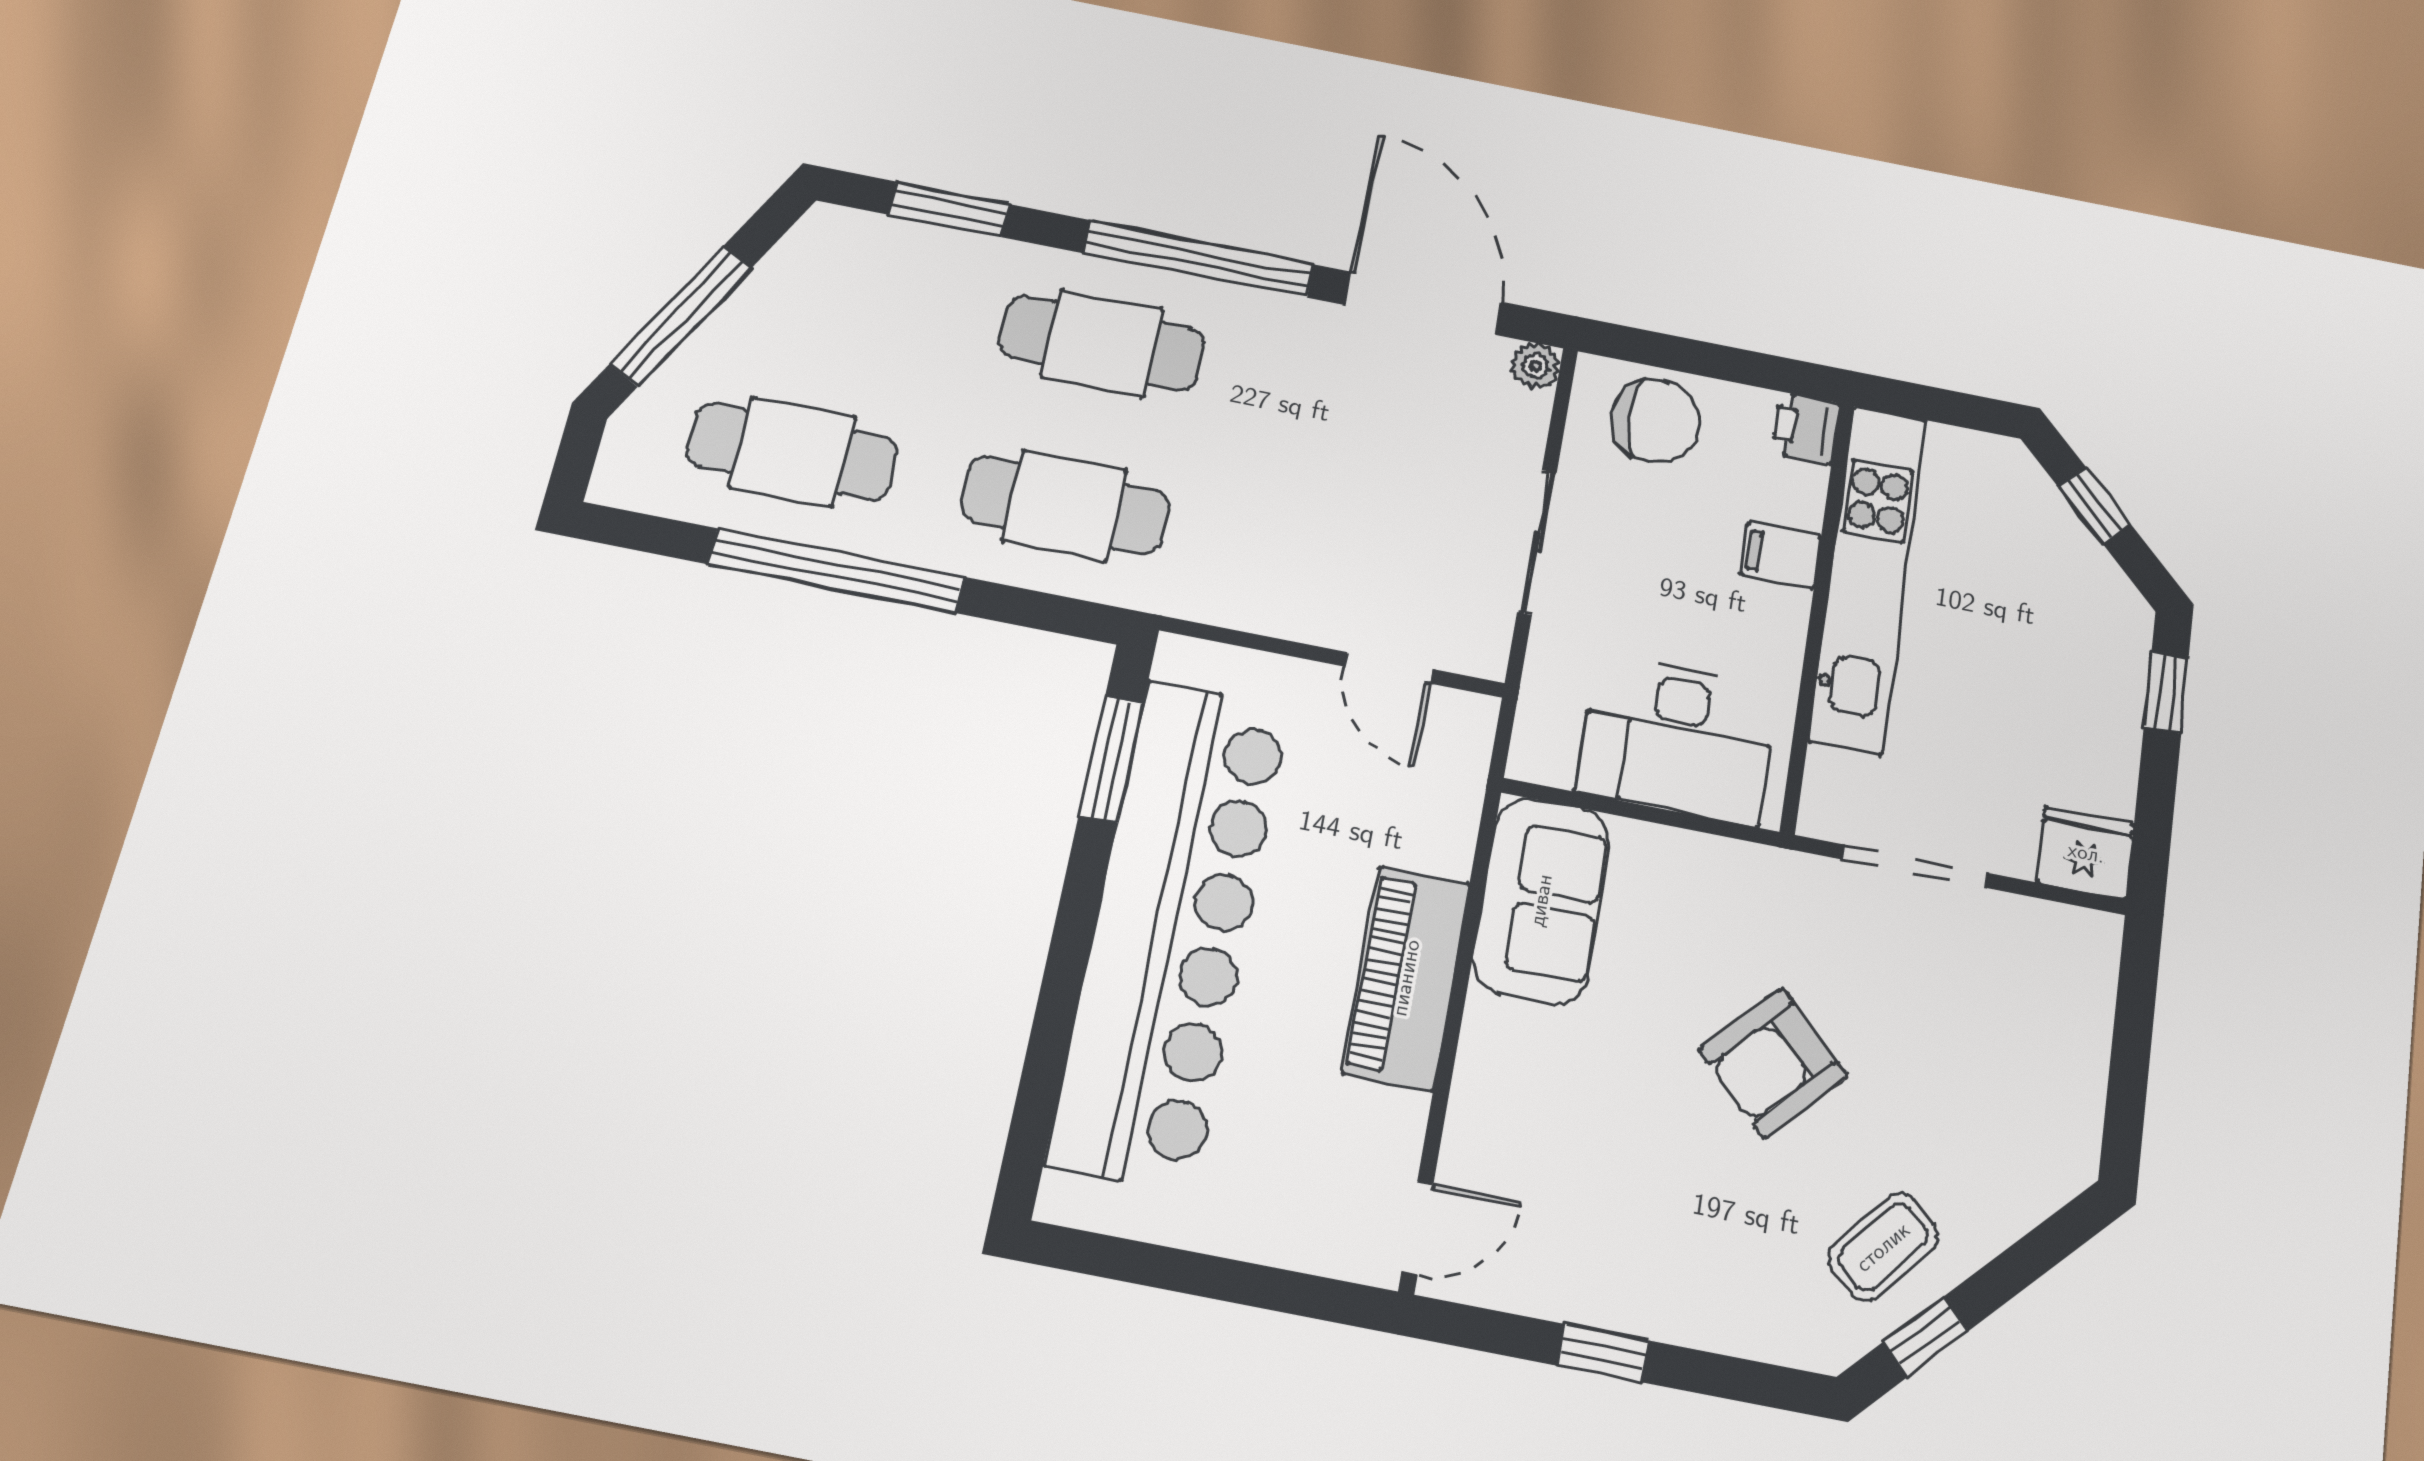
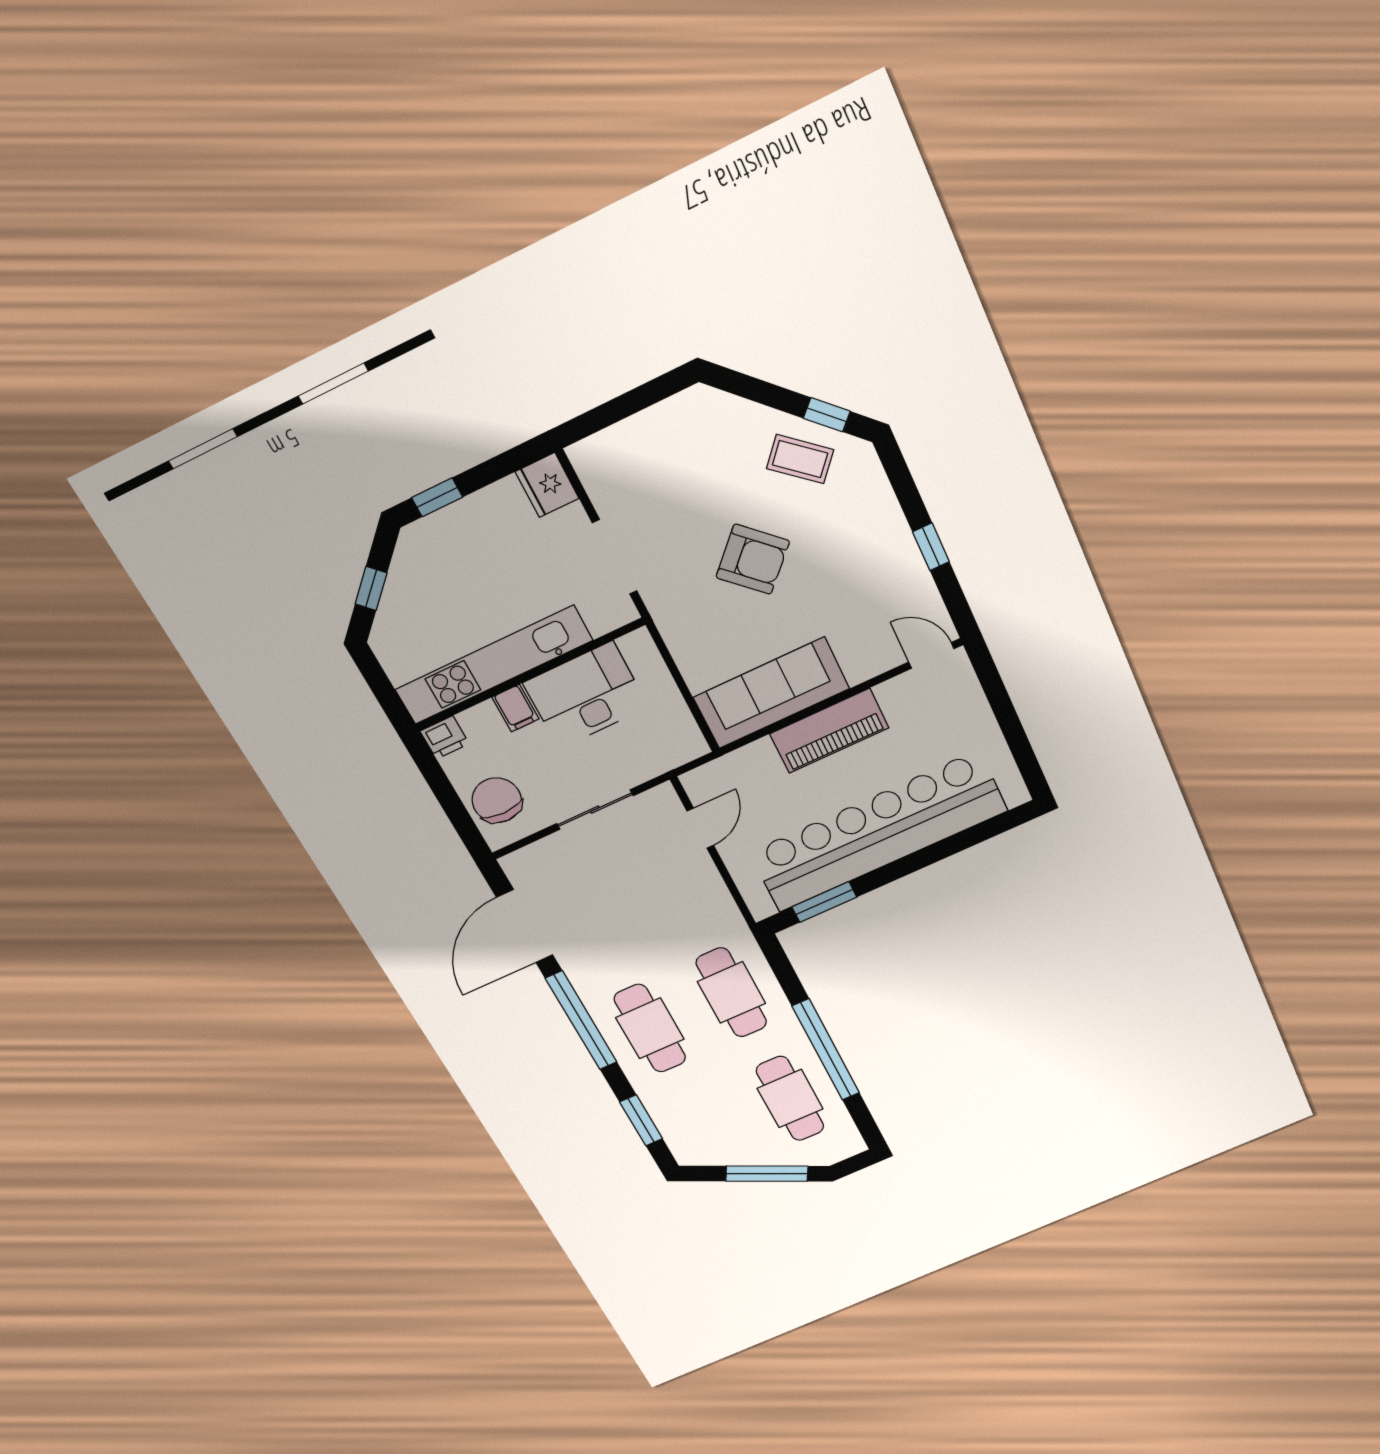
plant: (1535, 366) -> (514, 864), removed
desk: (1677, 739) -> (586, 695), moved, turned -90
sofa: (1541, 900) -> (771, 693), width x1.36

